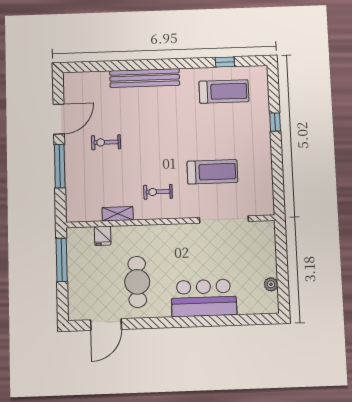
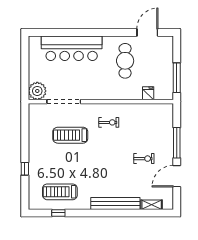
shelving: (118, 214) -> (152, 205), moved
plant: (271, 284) -> (37, 91), moved, width x1.88, depth x1.88
bar counter: (204, 298) -> (72, 48), width x1.36

